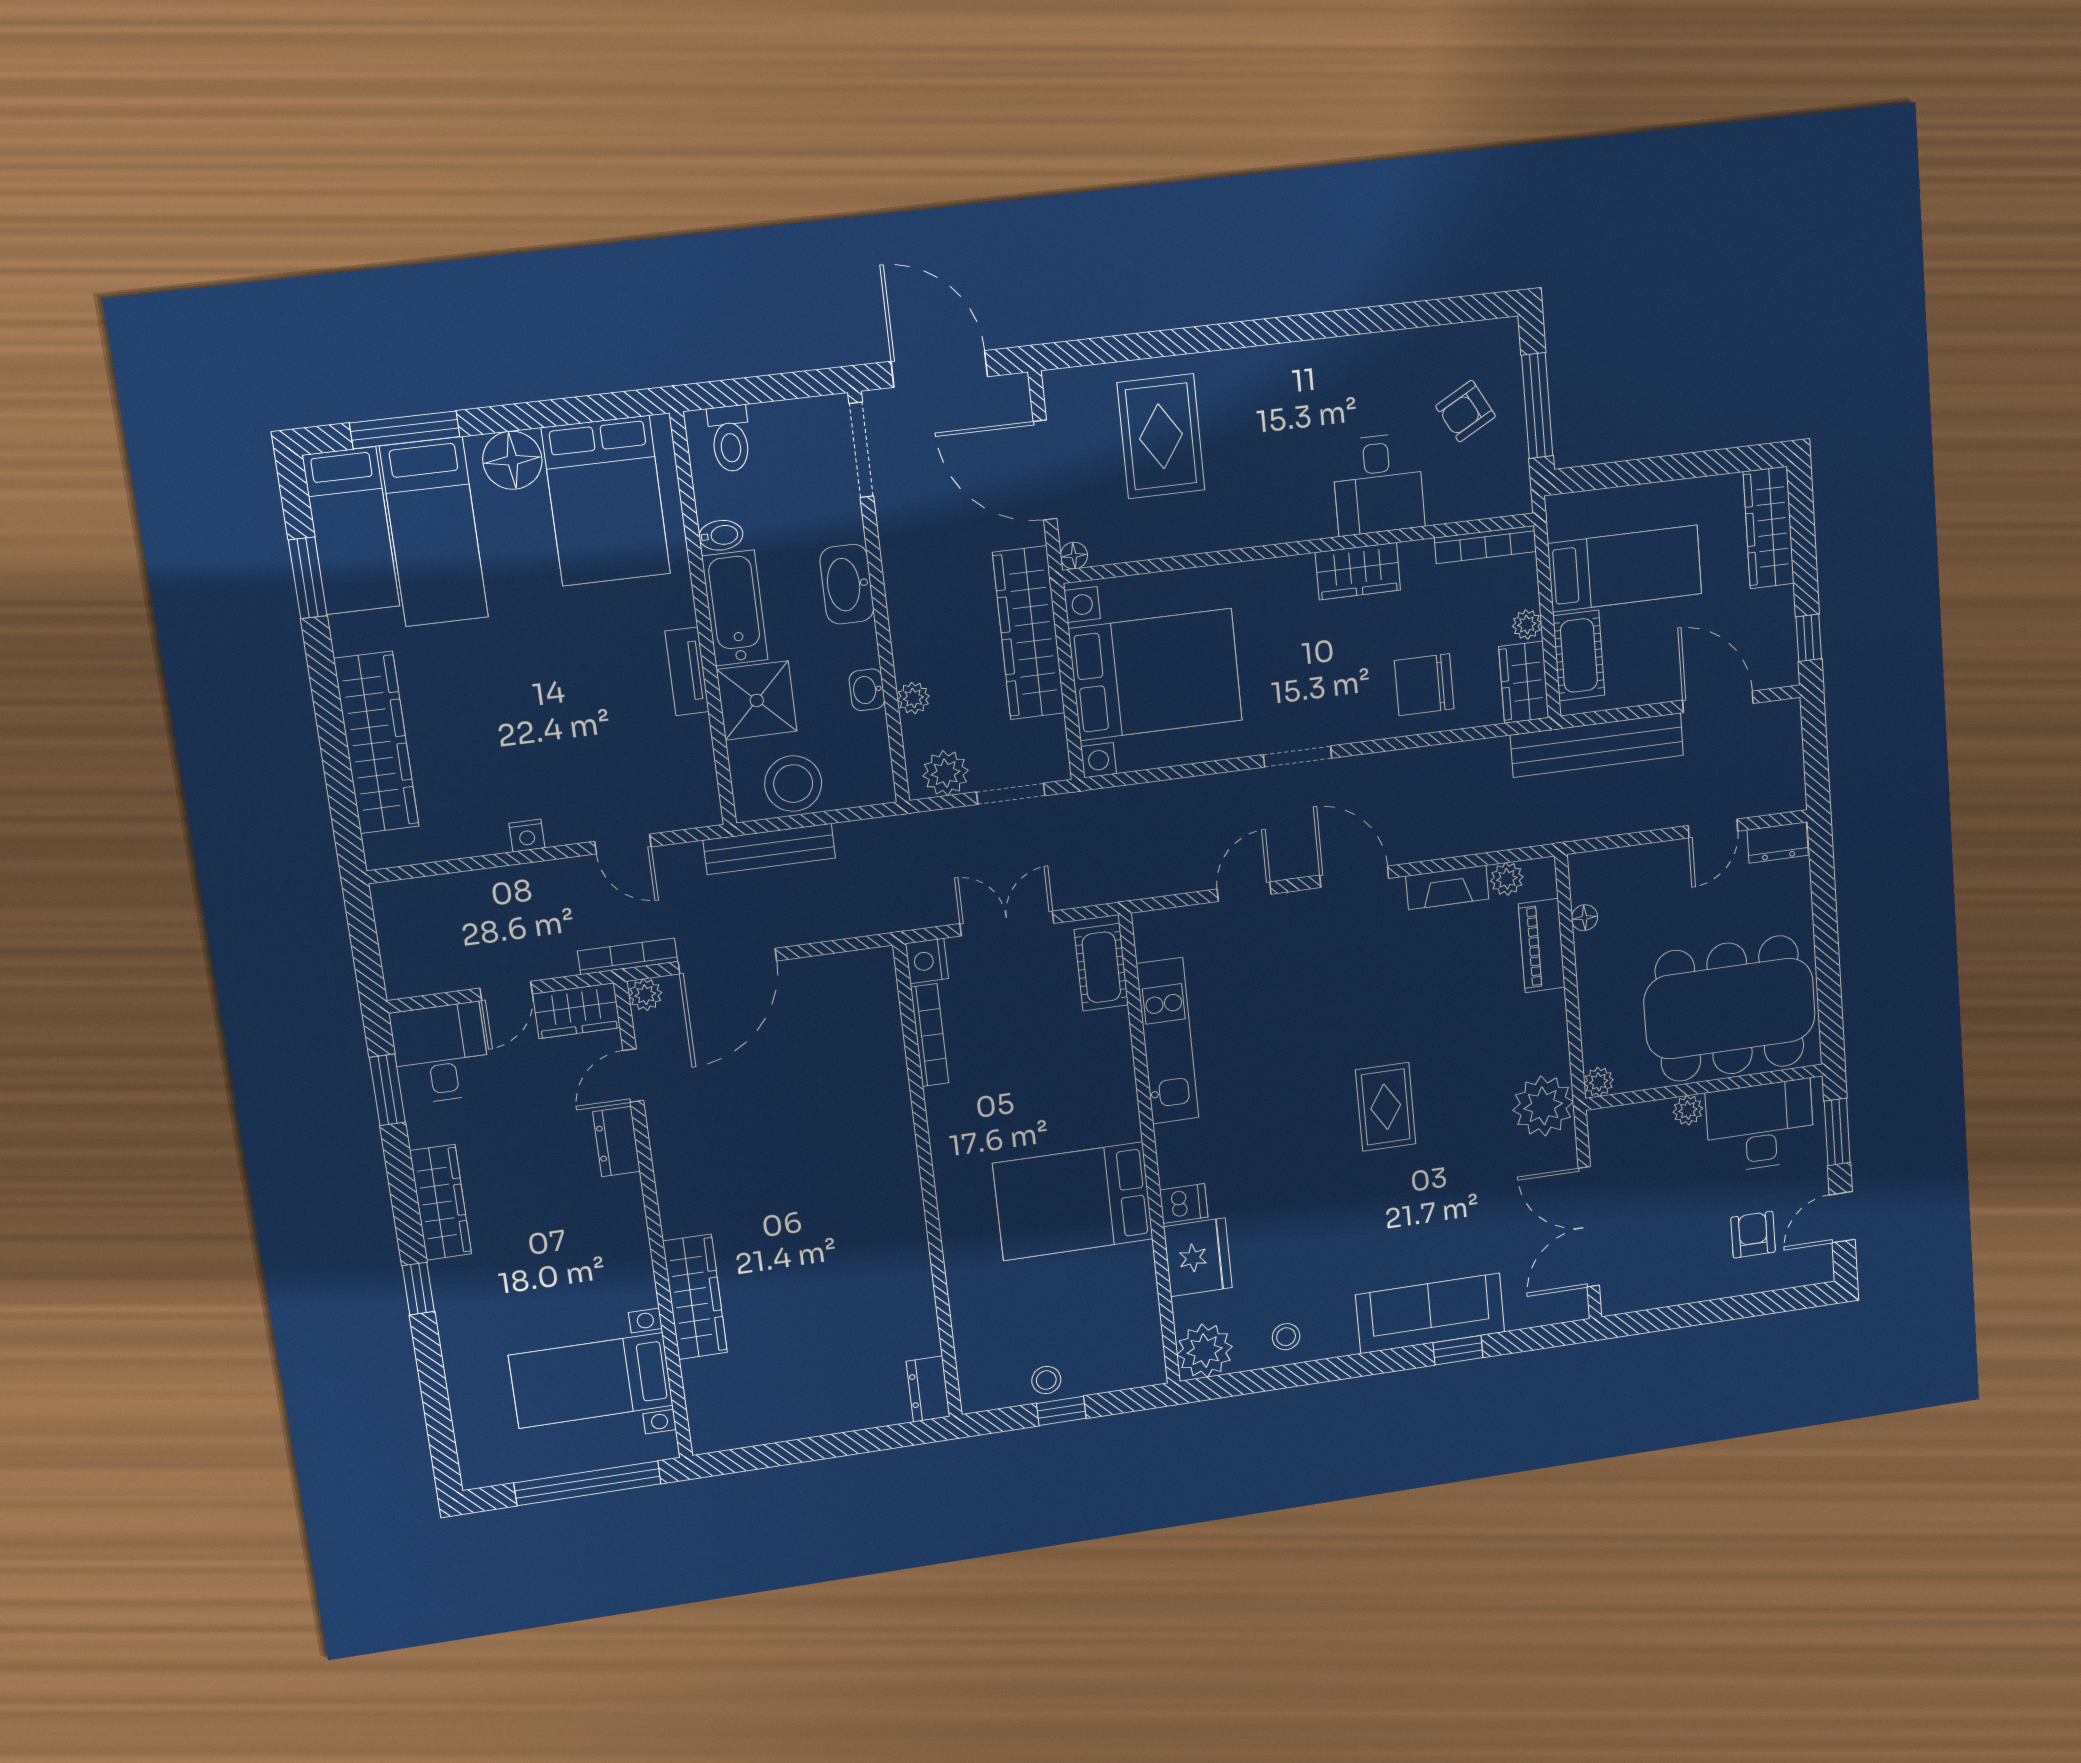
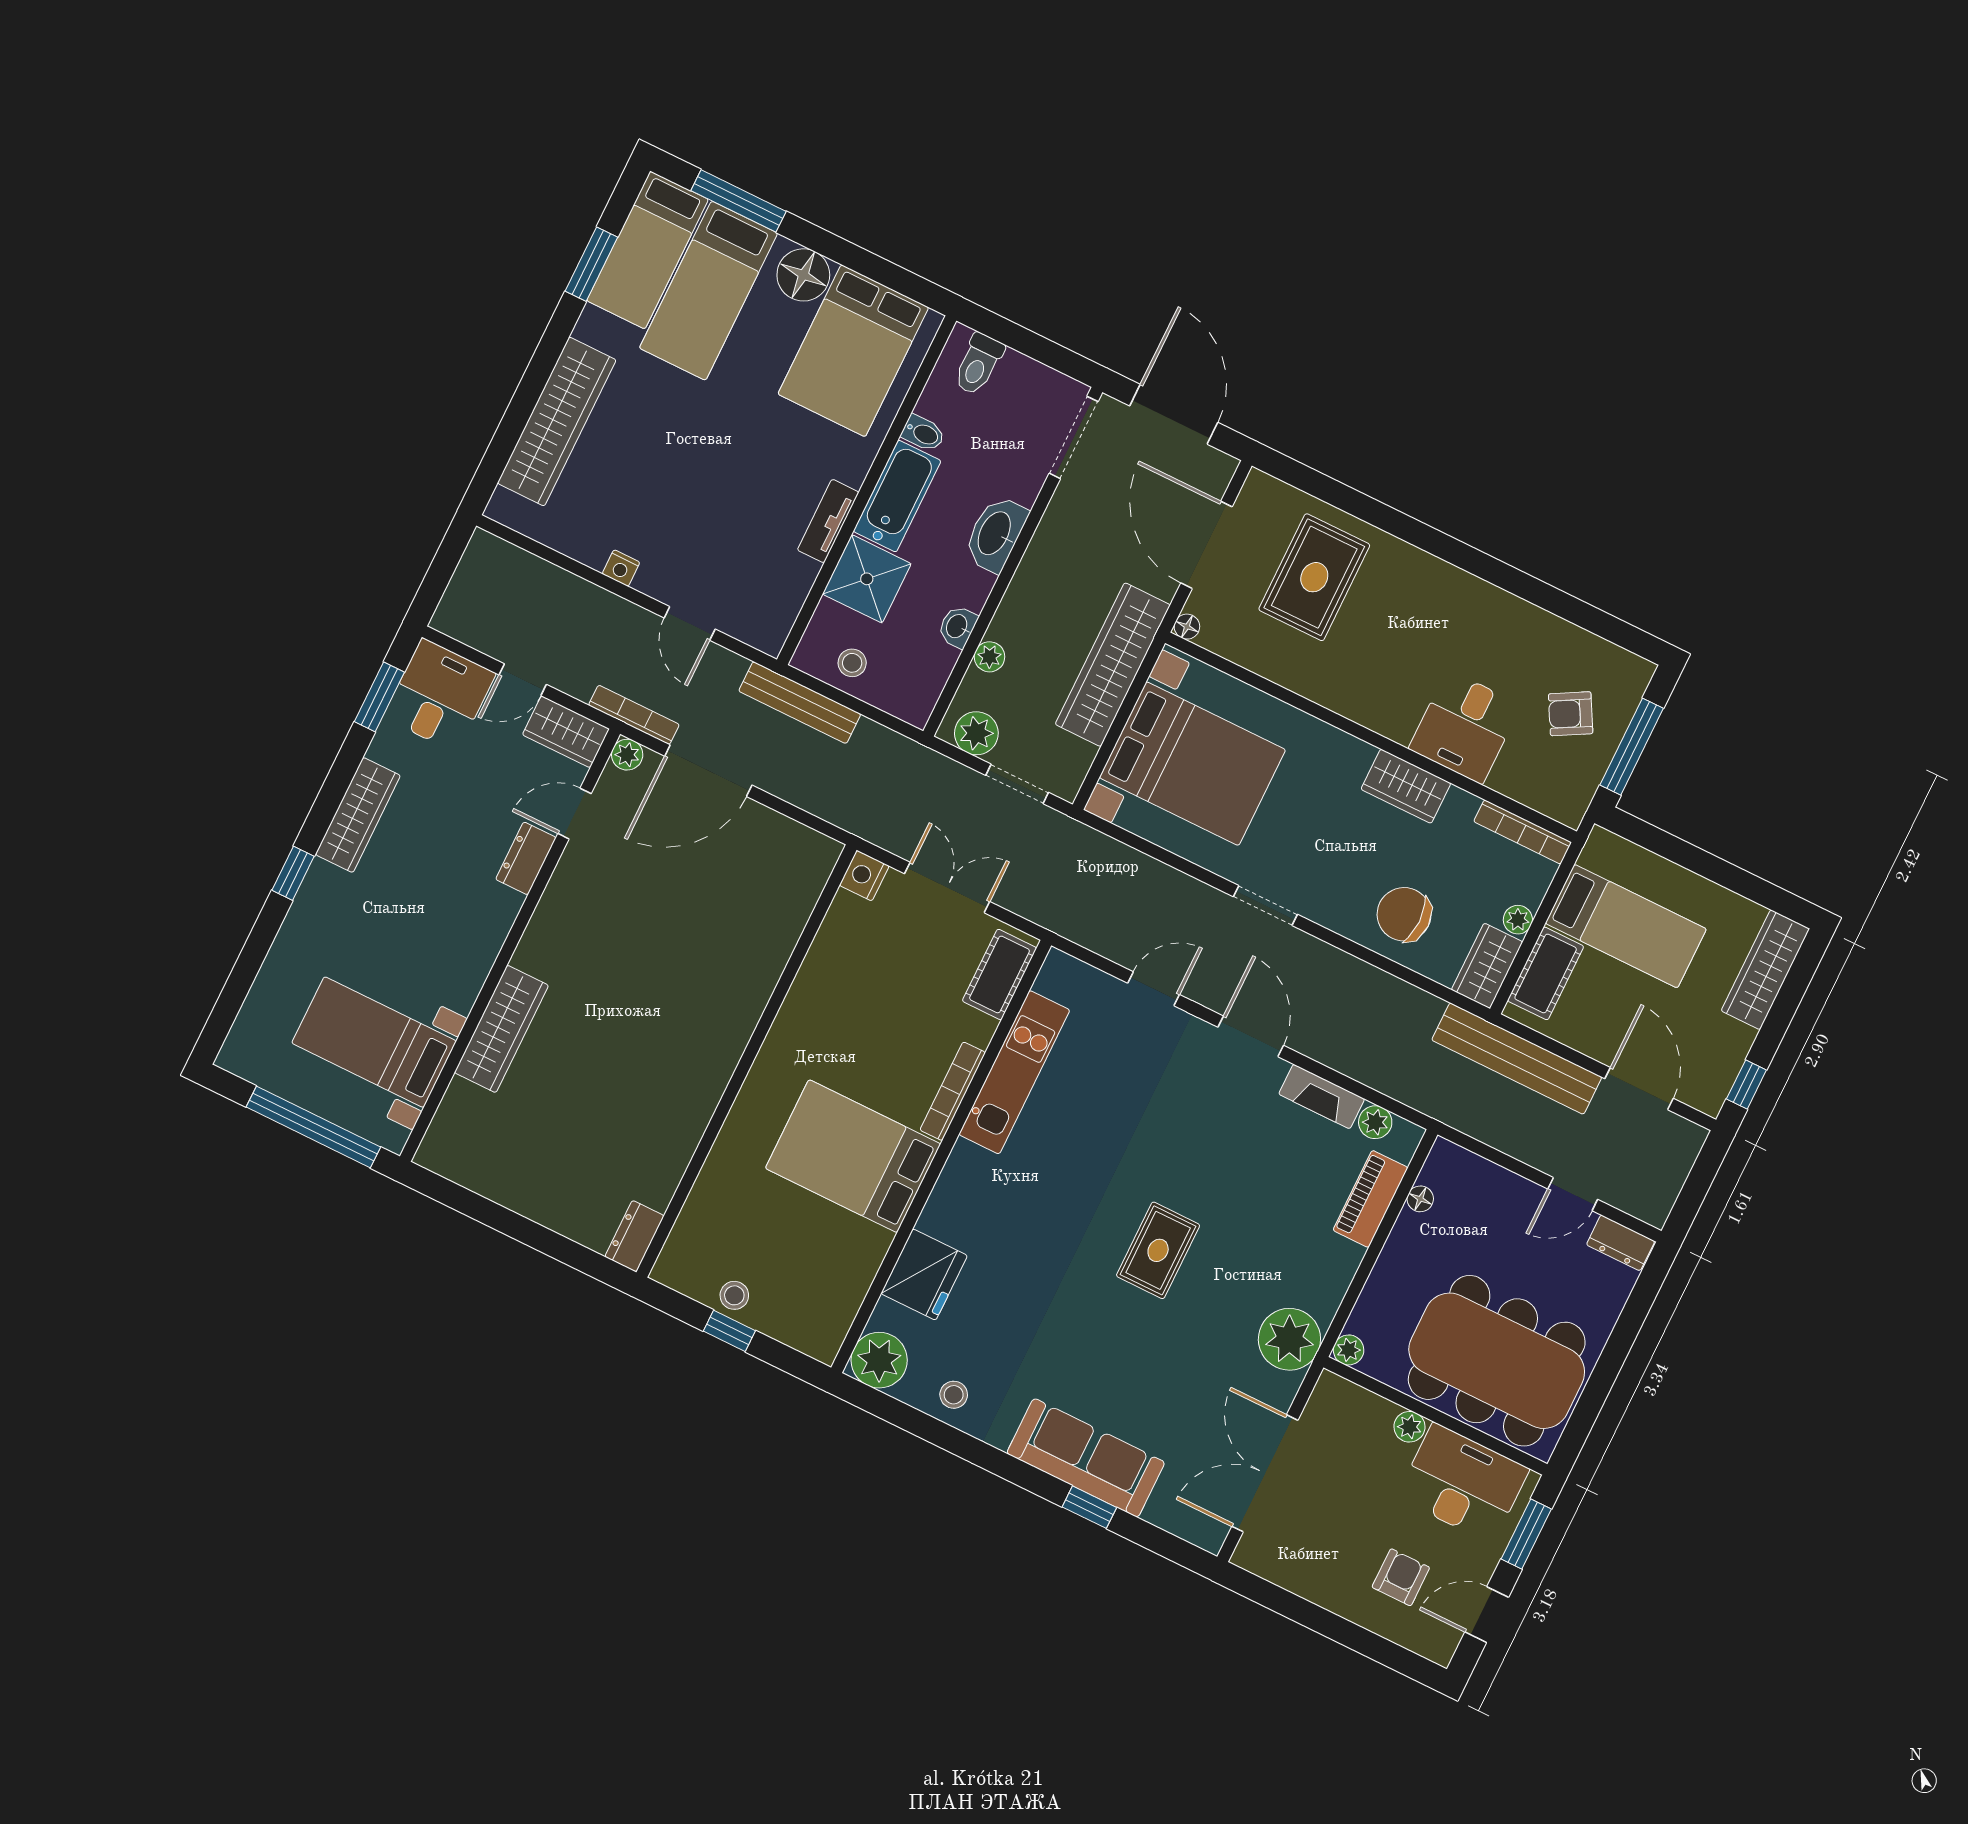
stool: (793, 784) -> (852, 663), width x0.53, depth x0.53
bookcase: (930, 1035) -> (953, 1091), moved, turned 180
dishwasher: (1184, 1203) -> (941, 1220), removed

